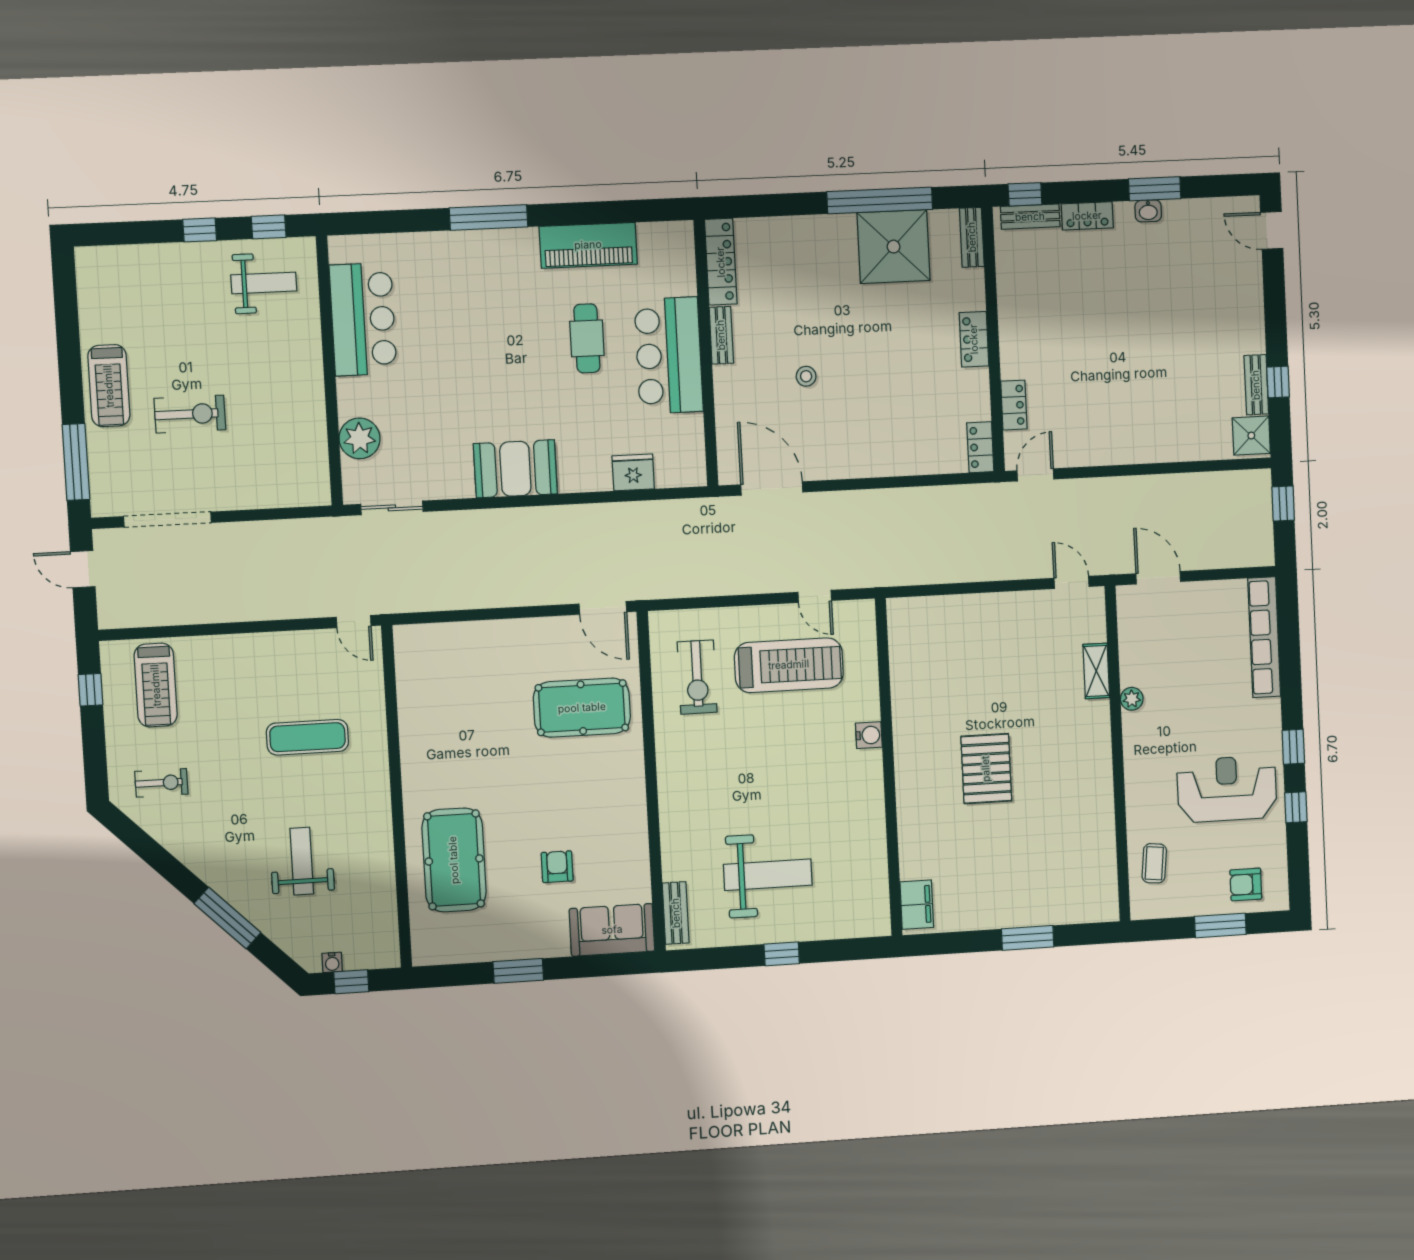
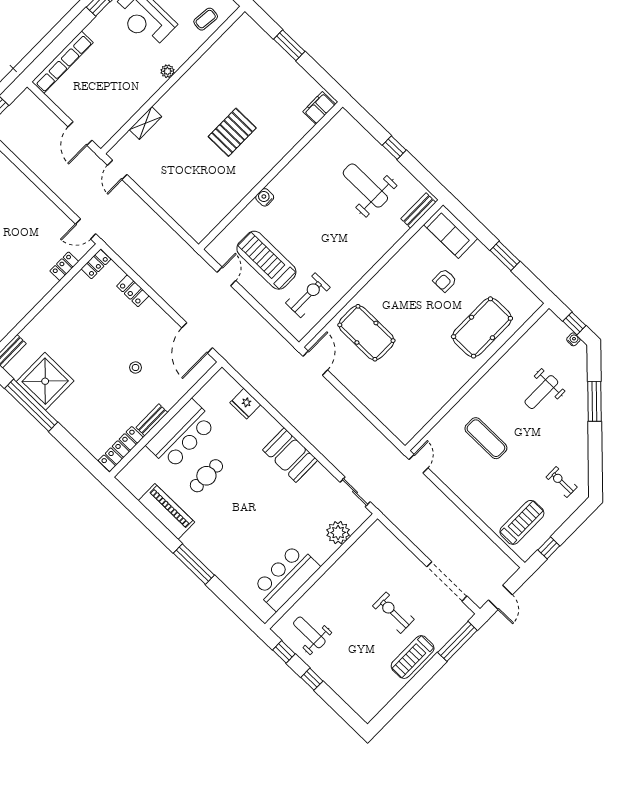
locker: (974, 339) -> (133, 291), moved, turned 90
treadmill: (109, 386) -> (413, 657), turned 180
plant: (1132, 699) -> (168, 71), moved

